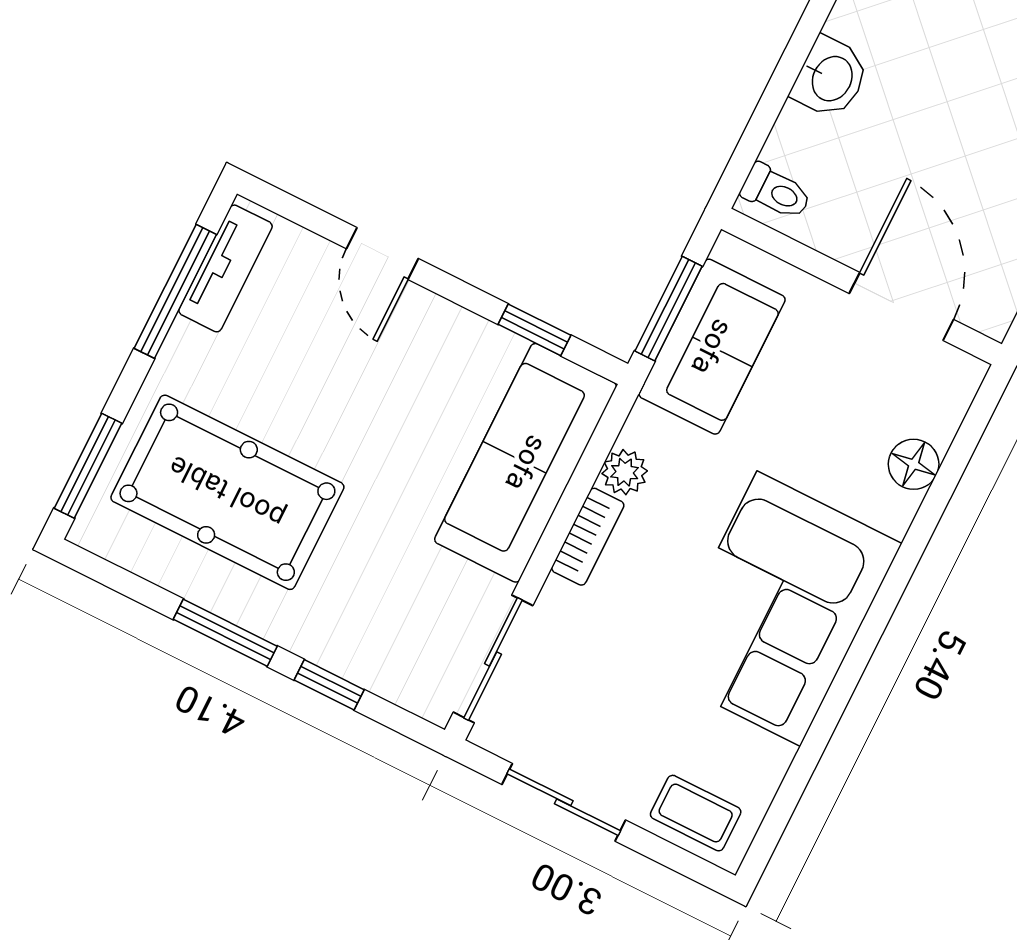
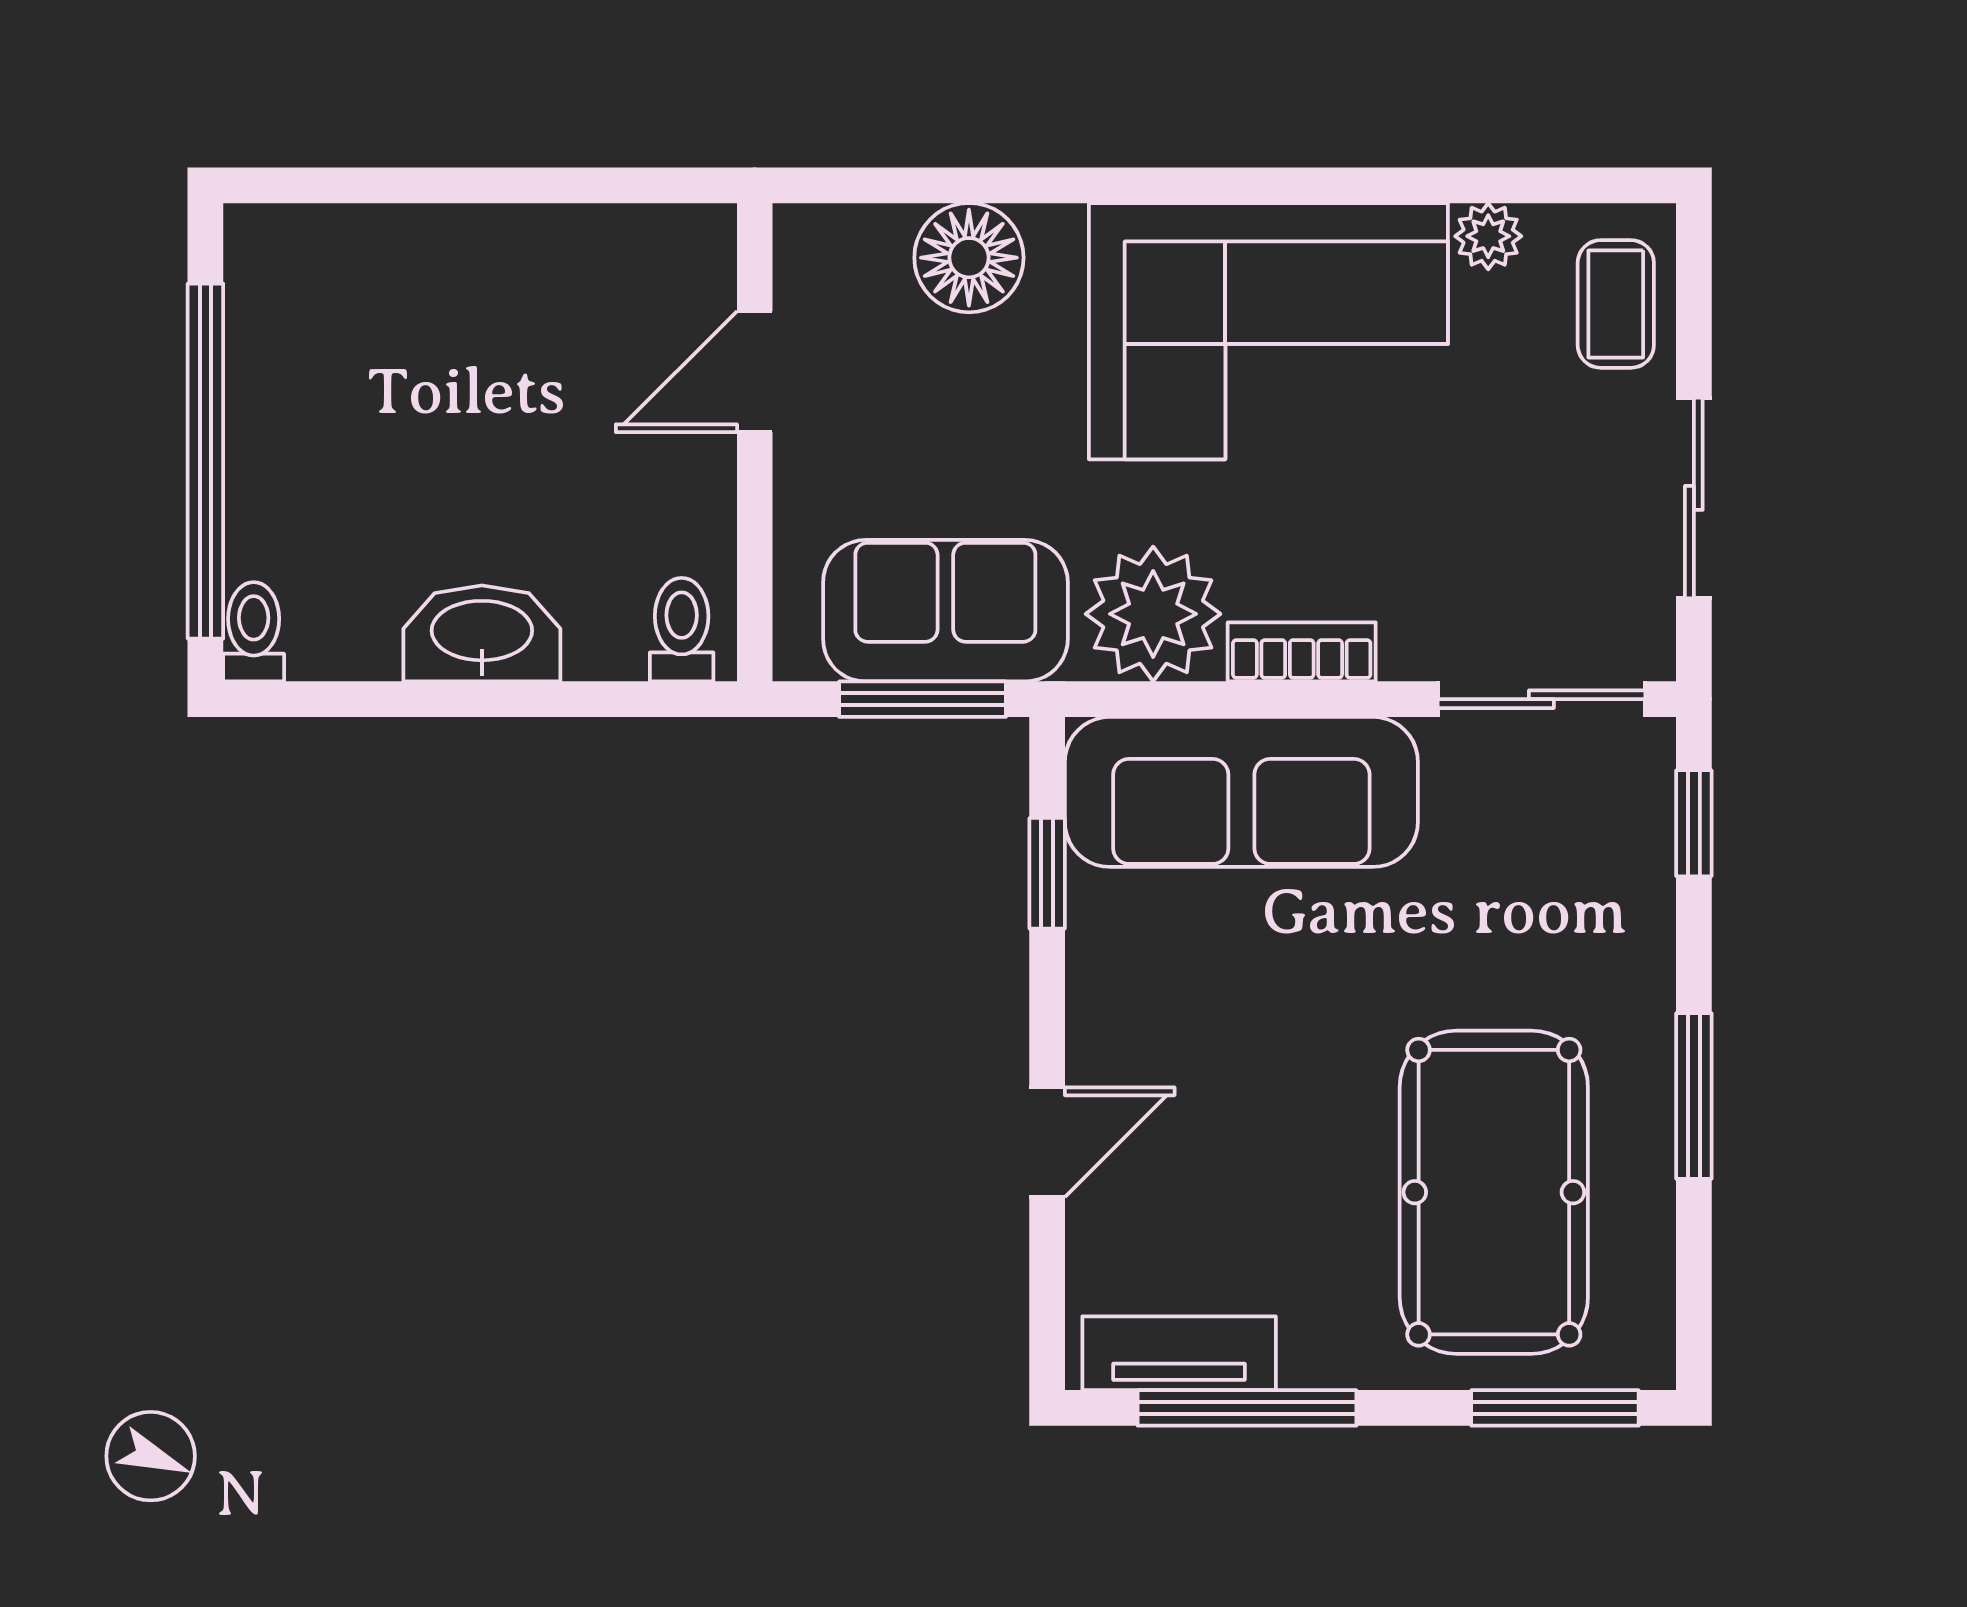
washbasin: (831, 78) -> (482, 633), width x1.38
door: (901, 306) -> (755, 372), width x0.73
floor lamp: (914, 464) -> (969, 258), width x1.38, depth x1.38
plant: (625, 472) -> (1153, 614), width x1.87, depth x1.87
window: (329, 685) -> (1694, 823), moved
plant: (770, 760) -> (1488, 236), added

